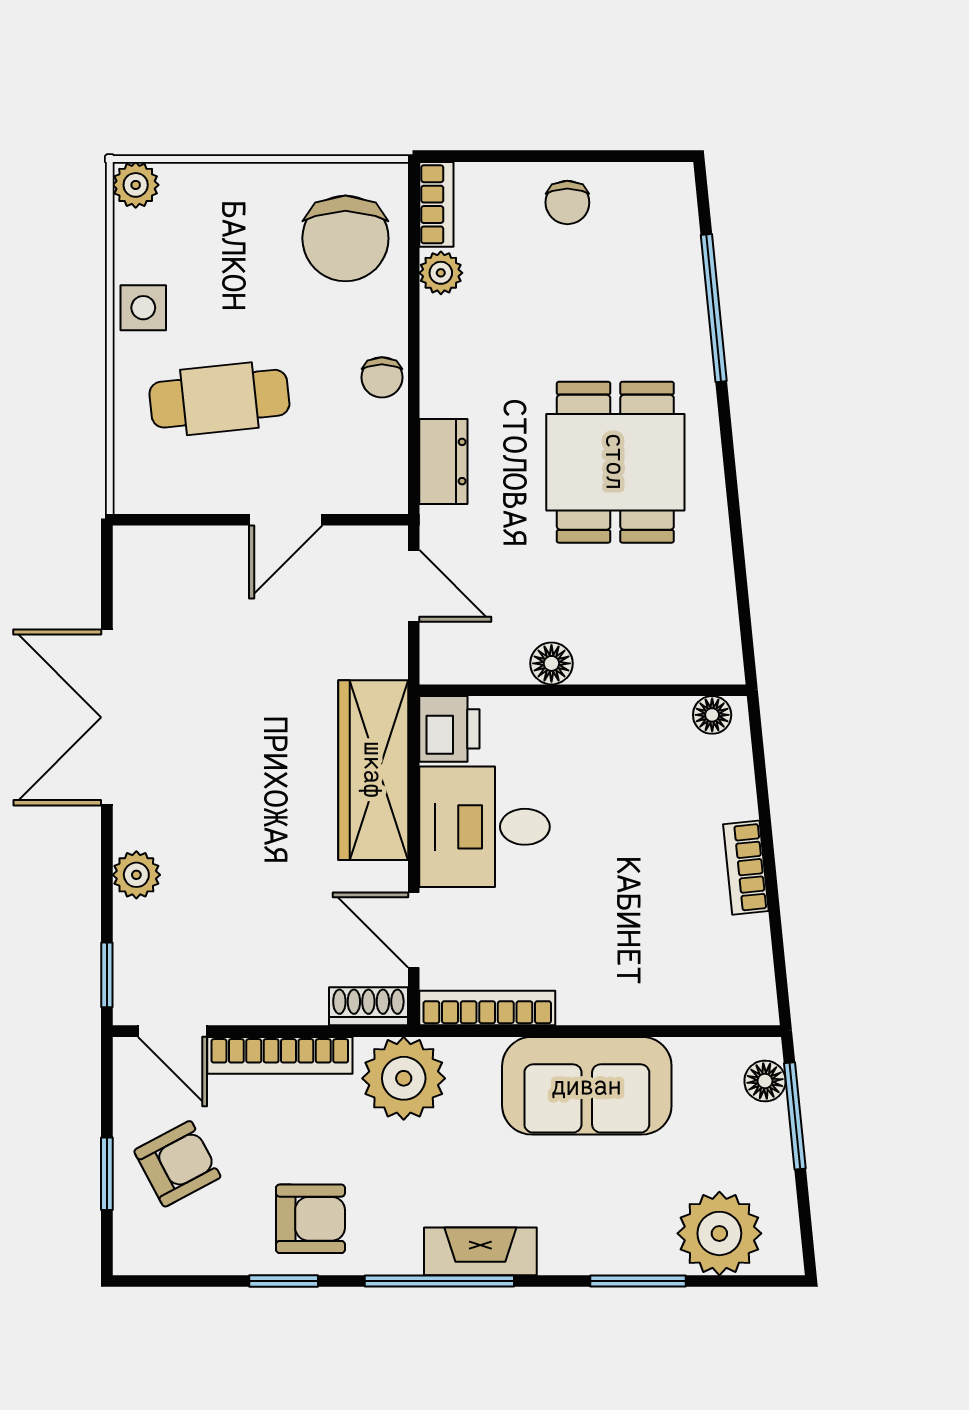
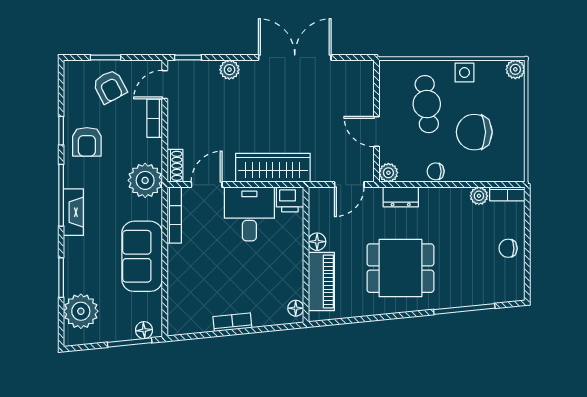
chair: (345, 238) -> (474, 132), moved
plant: (385, 491) -> (388, 173), added
piano: (648, 653) -> (321, 282), added
bookcase: (280, 1055) -> (155, 118), width x0.64

